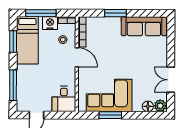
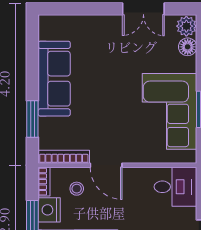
window: (116, 13) -> (32, 119), moved
sofa: (144, 26) -> (54, 79), moved
door: (77, 57) -> (106, 165), swing flipped

